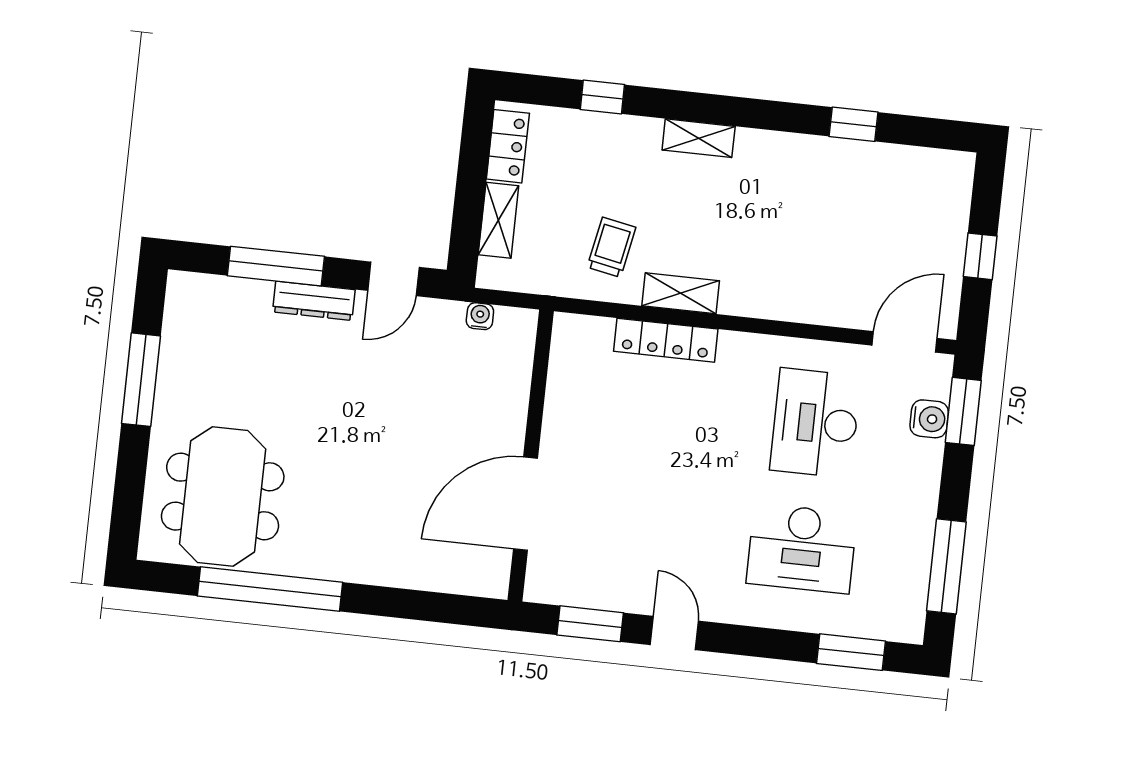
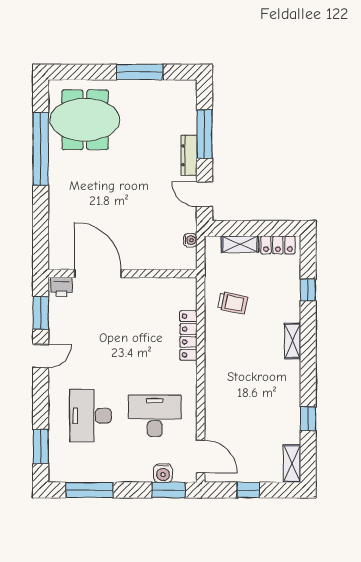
shelving: (681, 293) -> (292, 464), moved
printer: (544, 578) -> (62, 287), added

